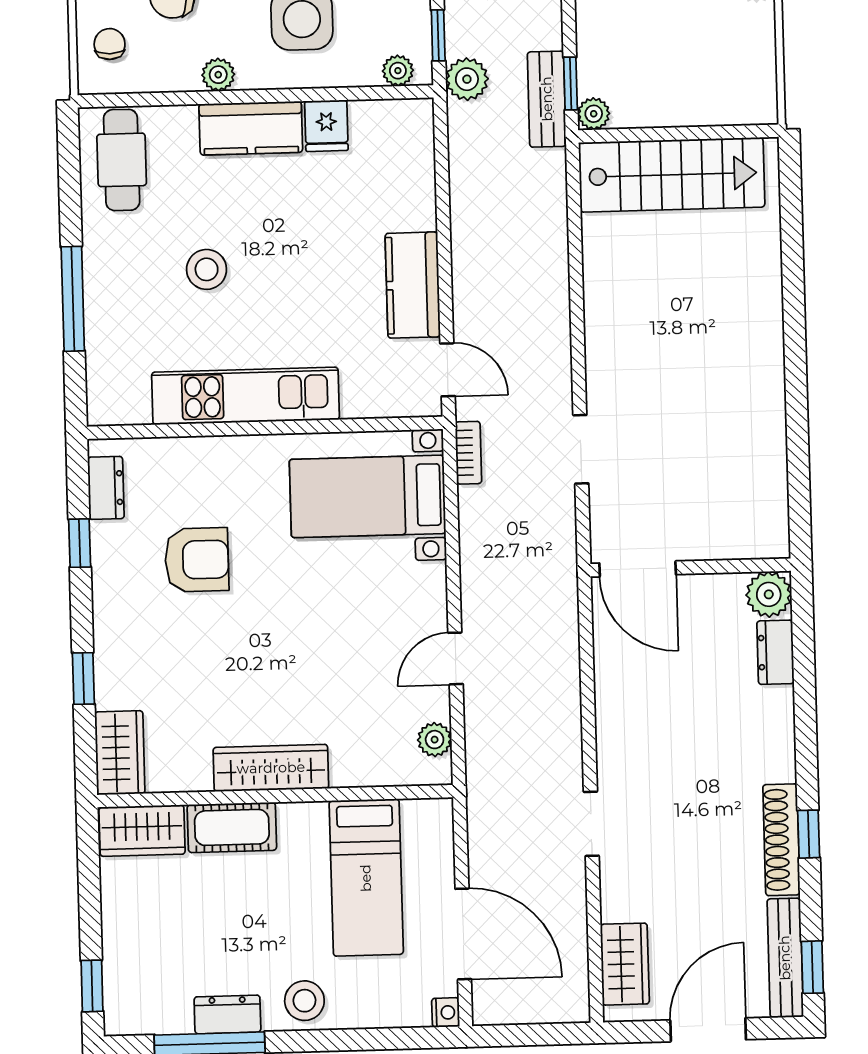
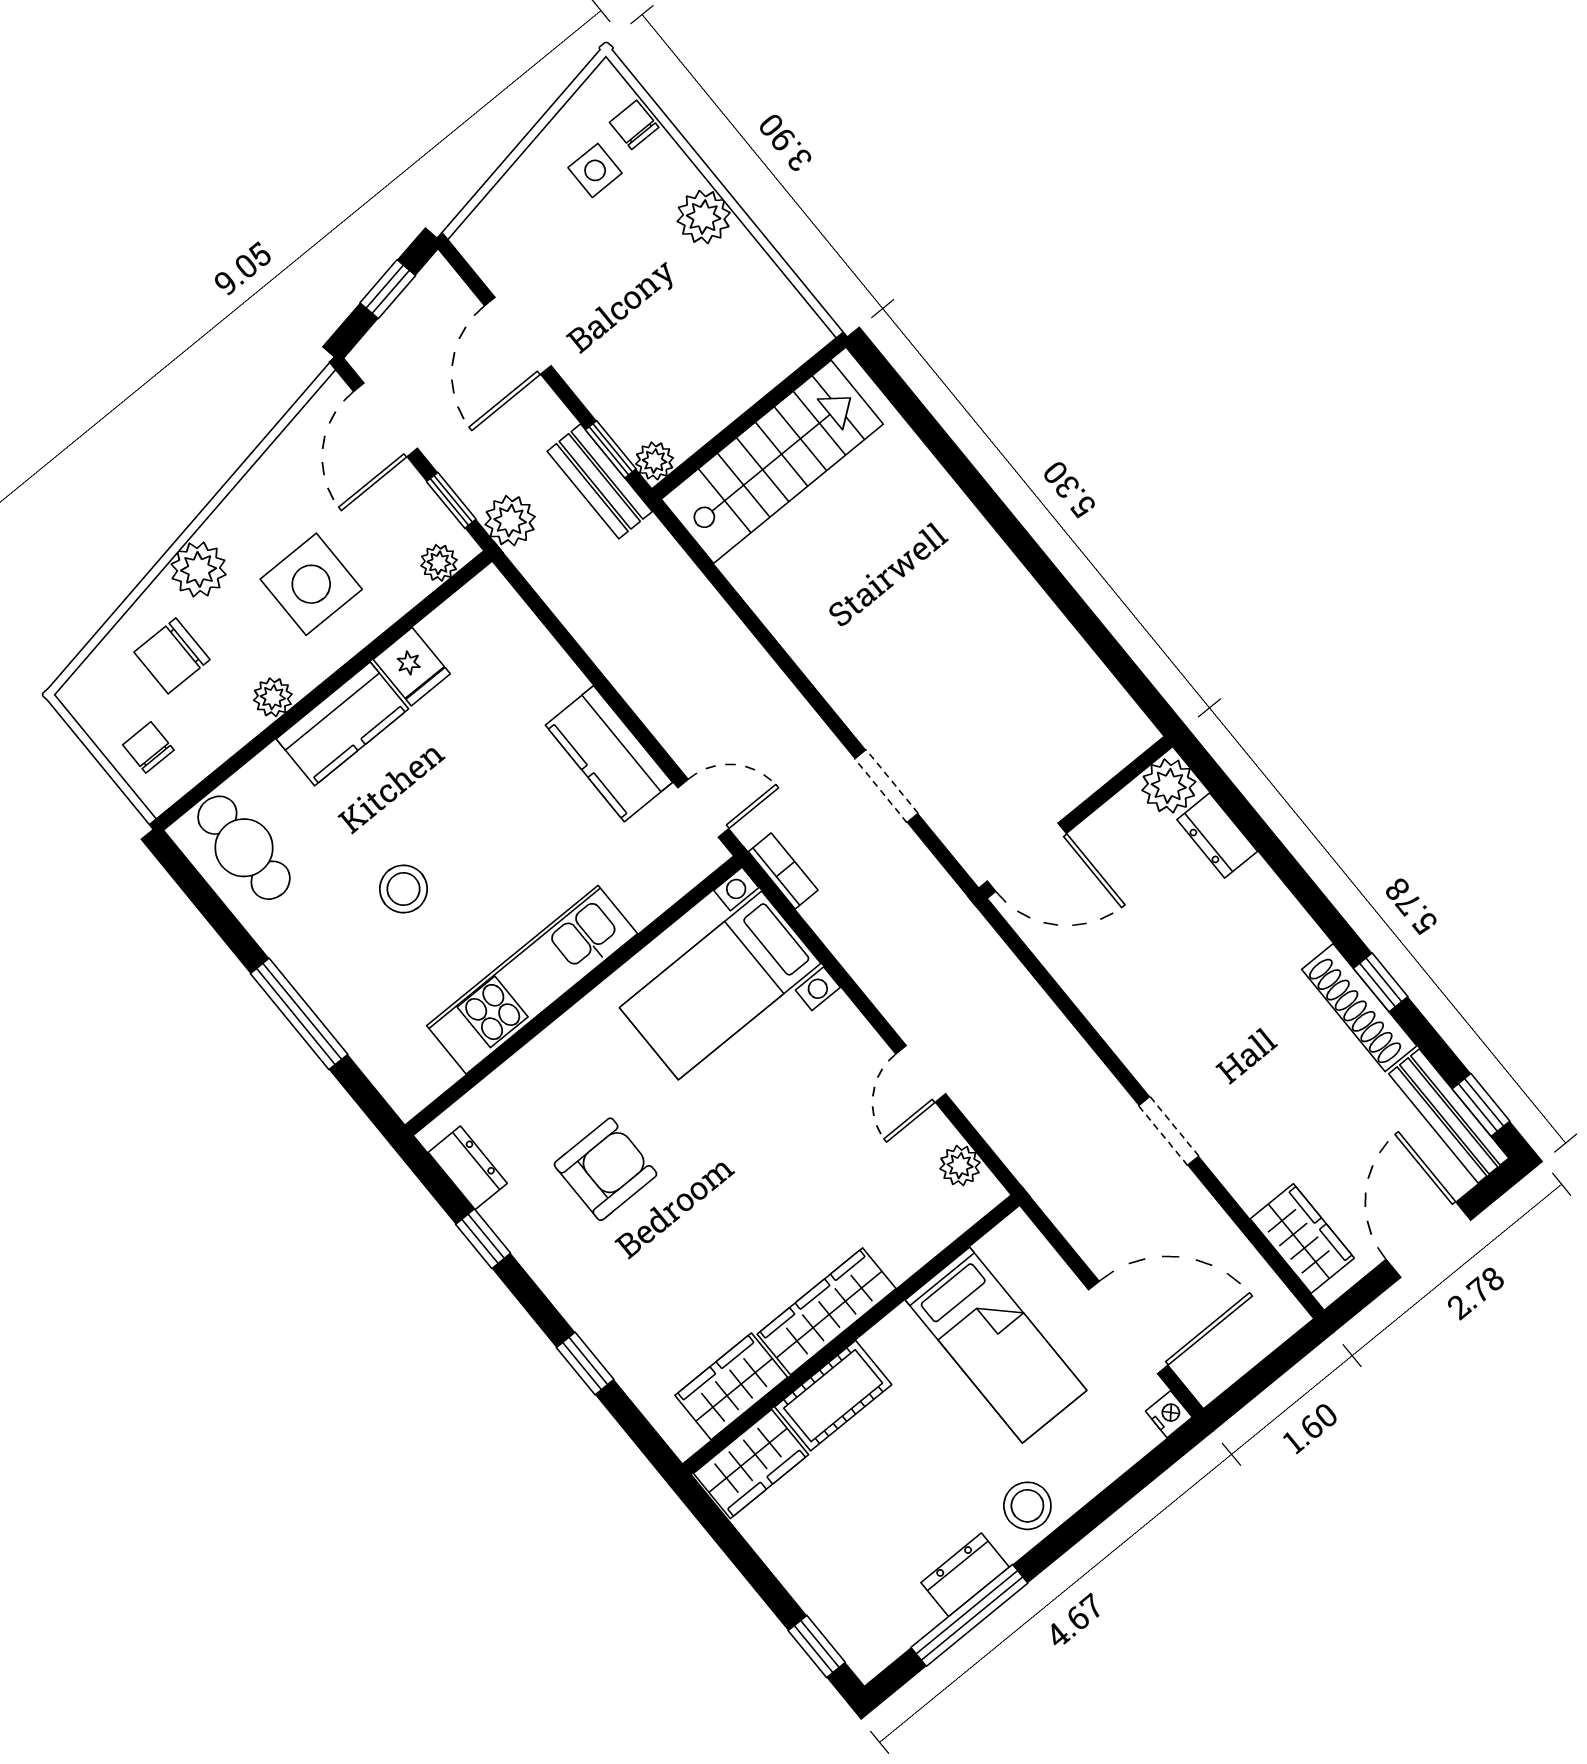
wardrobe: (120, 753) -> (731, 1386), moved, turned -90

